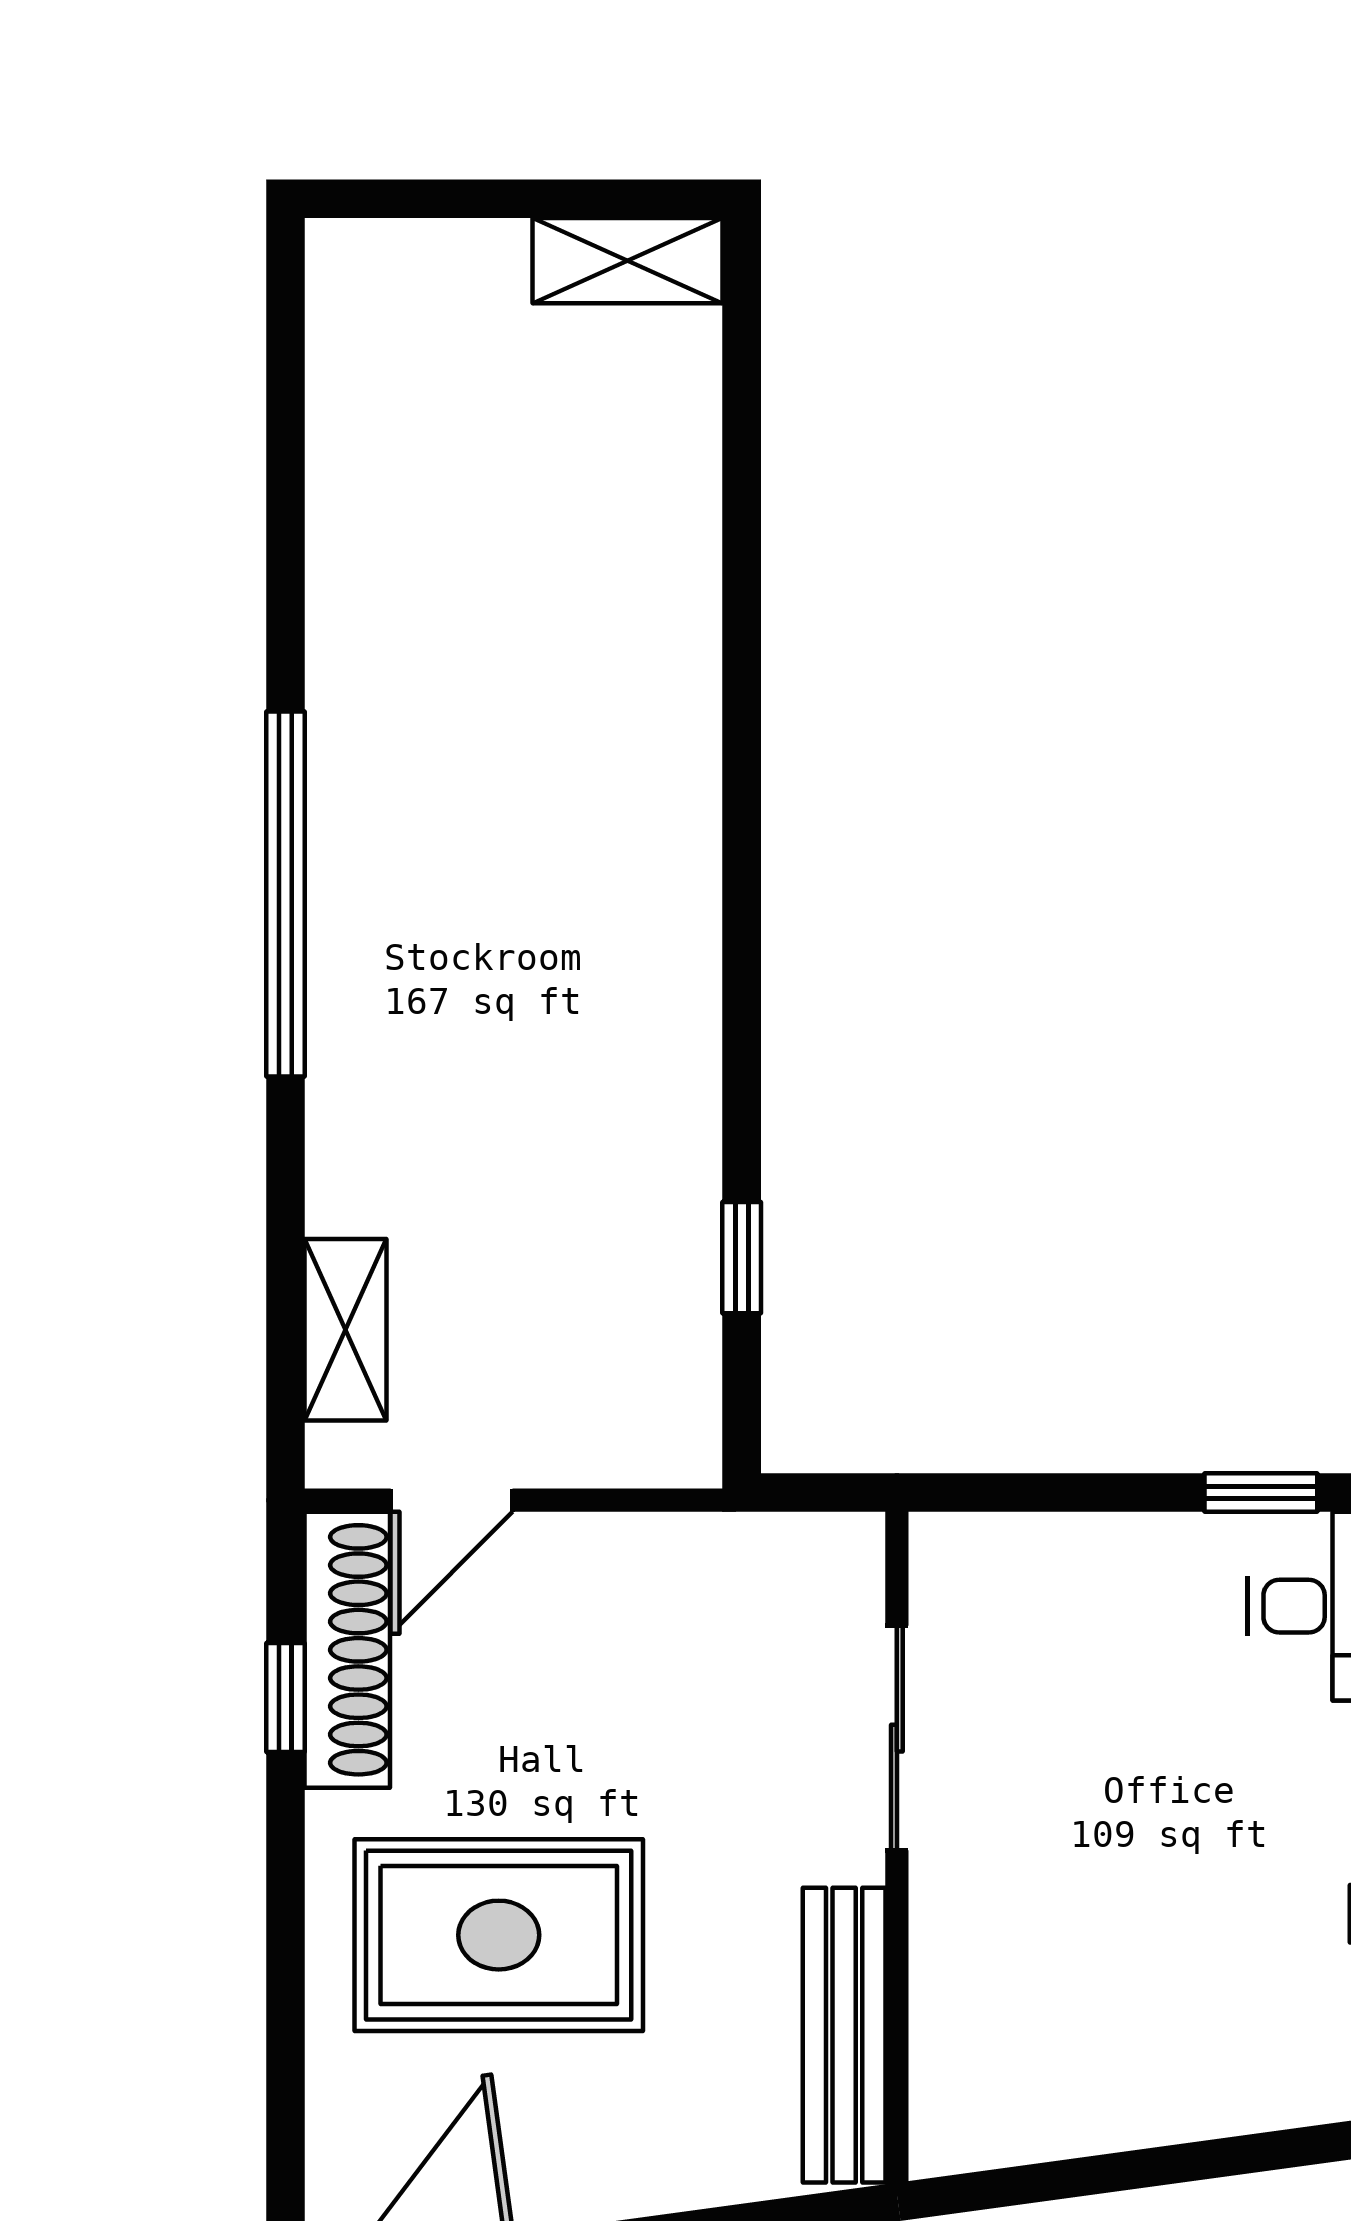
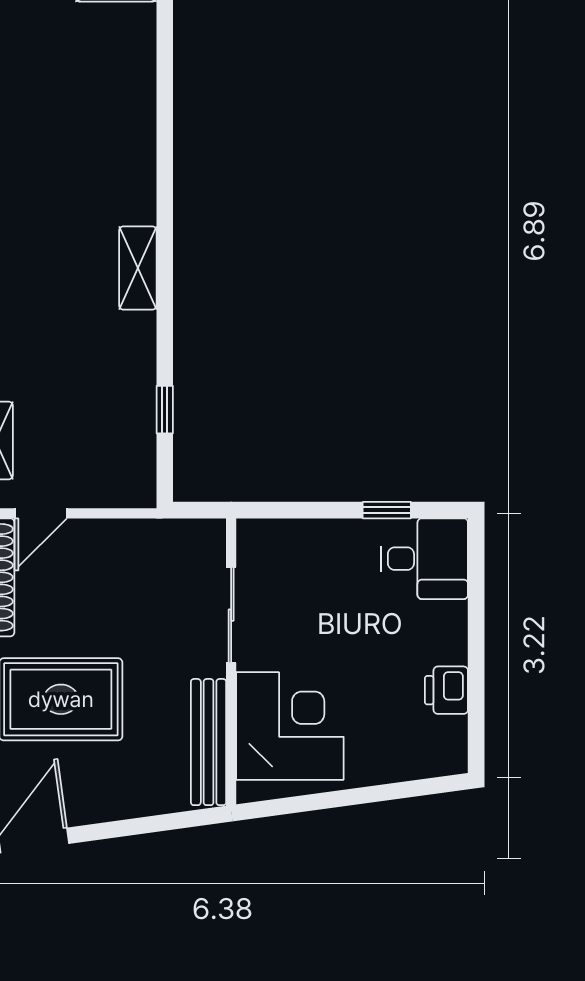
shelving: (679, 927) -> (138, 268), added
corner desk: (1034, 1998) -> (290, 726), added

